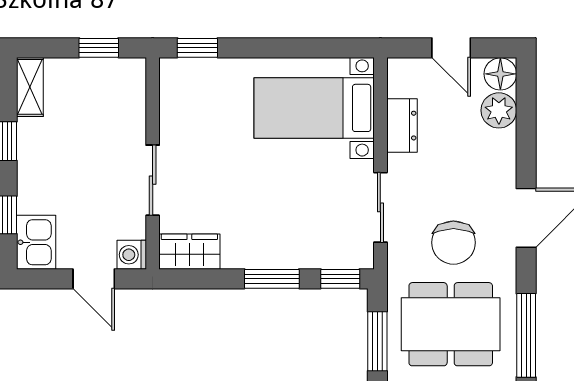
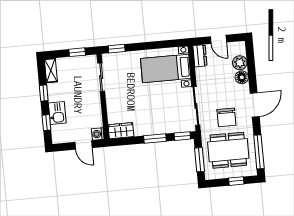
floor lamp: (500, 74) -> (242, 77), moved
dresser: (402, 126) -> (200, 56), moved
sliding door: (153, 180) -> (101, 77), moved
sliding door: (380, 207) -> (196, 106), width x1.37
kitchen sink: (36, 242) -> (57, 113), moved

